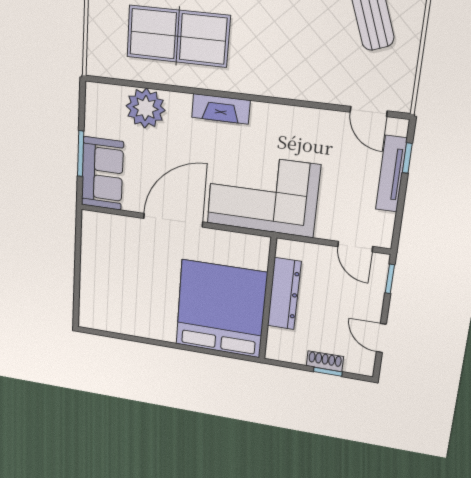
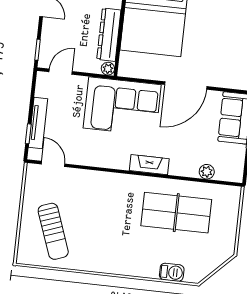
plant: (146, 108) -> (207, 172), width x0.53, depth x0.53
door: (355, 247) -> (61, 72), hinge flipped
plant: (285, 248) -> (108, 69), added

